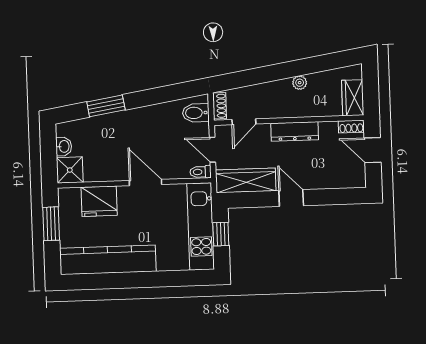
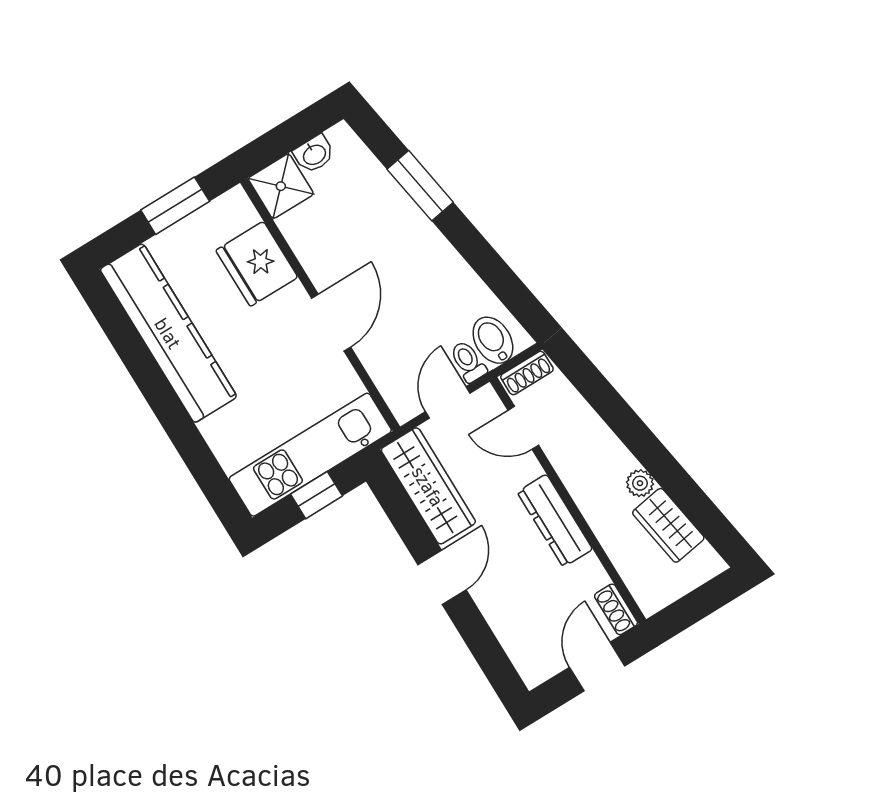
wardrobe: (353, 98) -> (668, 525), moved, turned -99
toilet: (201, 172) -> (468, 362), moved

